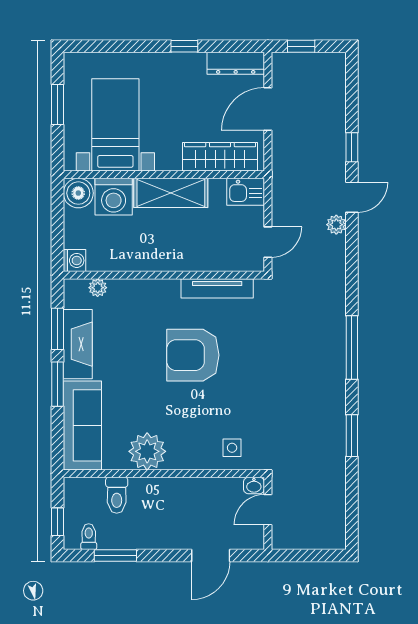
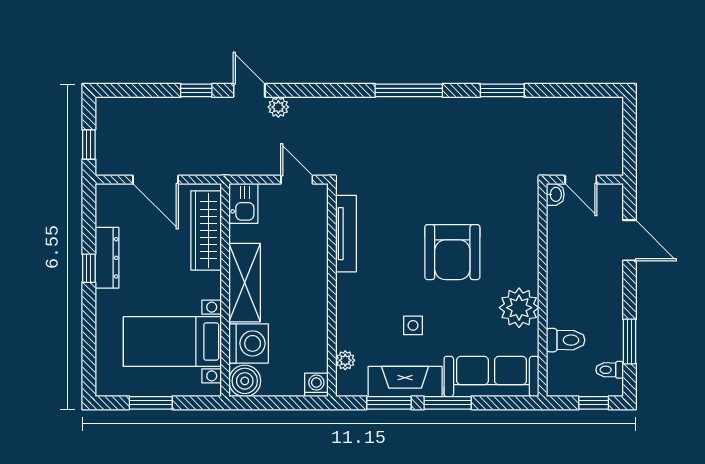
dresser: (236, 63) -> (107, 258), moved
armchair: (193, 355) -> (452, 252), moved
side table: (232, 448) -> (413, 325), moved

